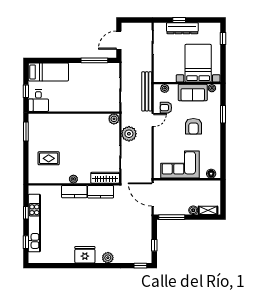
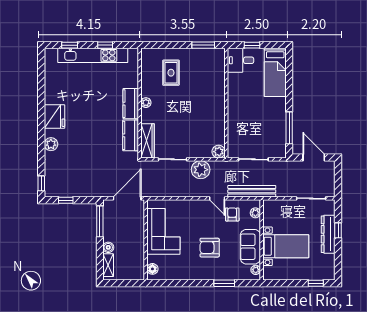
bed with nightstands: (198, 63) -> (286, 246), width x0.73

